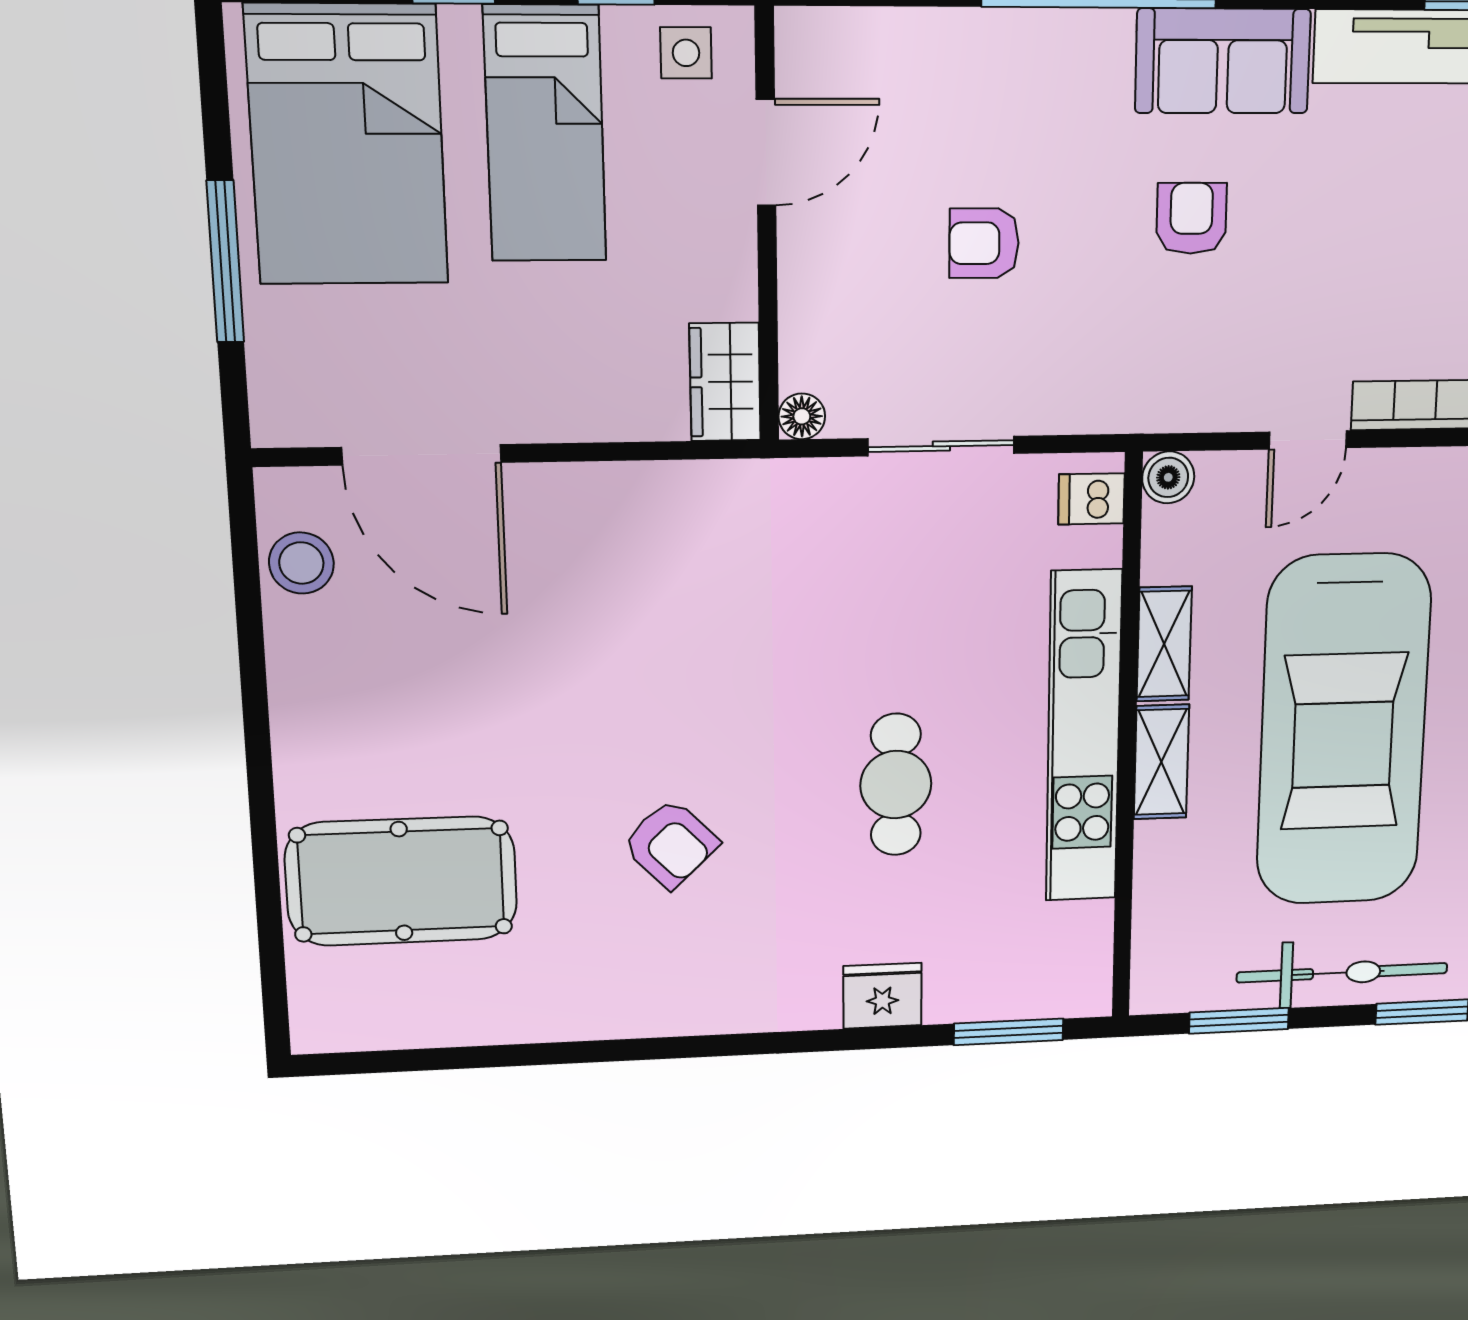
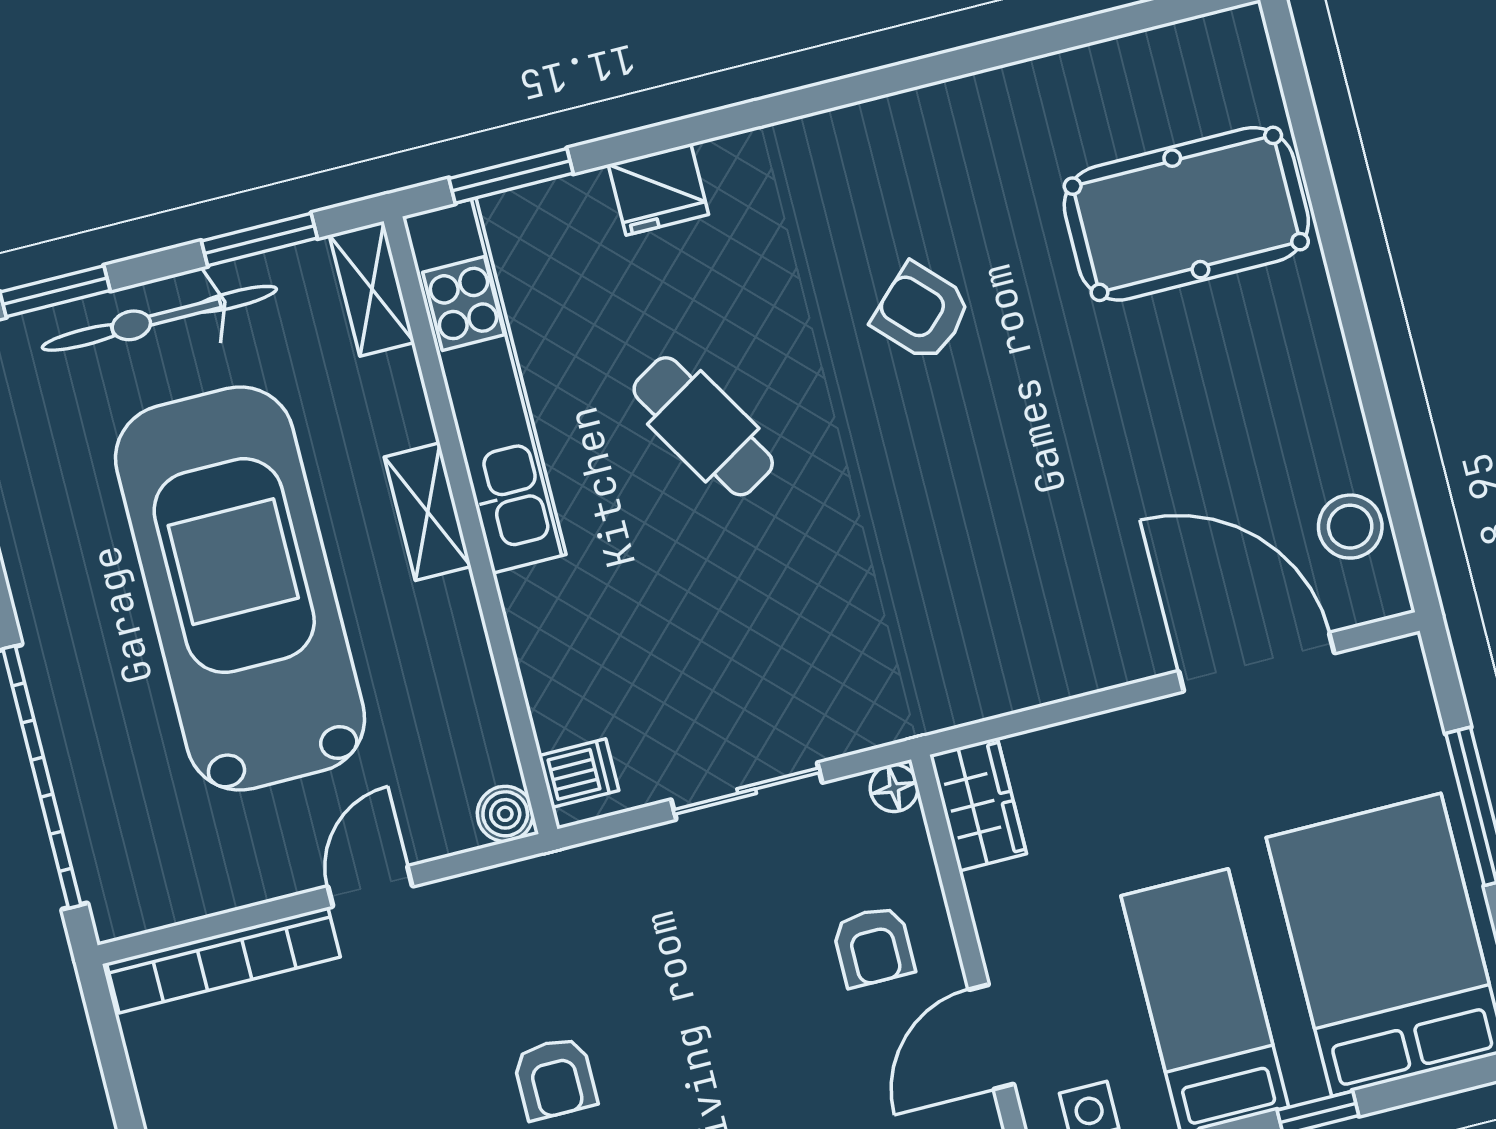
armchair: (984, 243) -> (873, 946), moved, turned 90
shelving: (1164, 644) -> (372, 289), moved
kitchen unit: (1084, 737) -> (484, 386), moved
cafe table: (896, 785) -> (703, 426), turned -31

